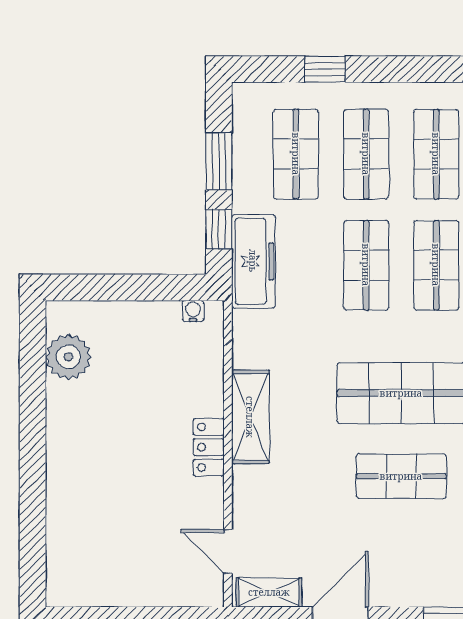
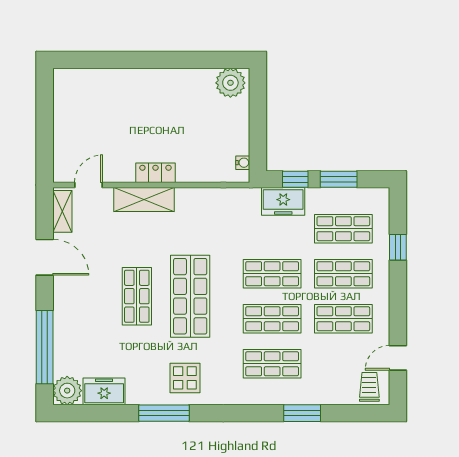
freezer: (253, 261) -> (283, 201), width x0.71
plant: (68, 357) -> (230, 83), moved
shelving: (250, 417) -> (144, 200), moved

